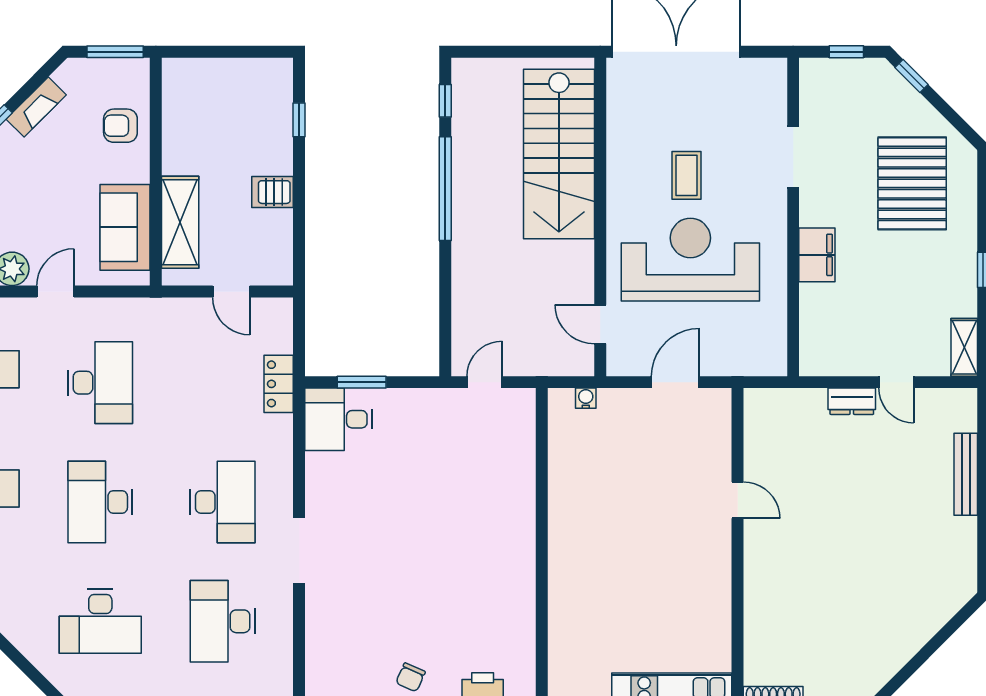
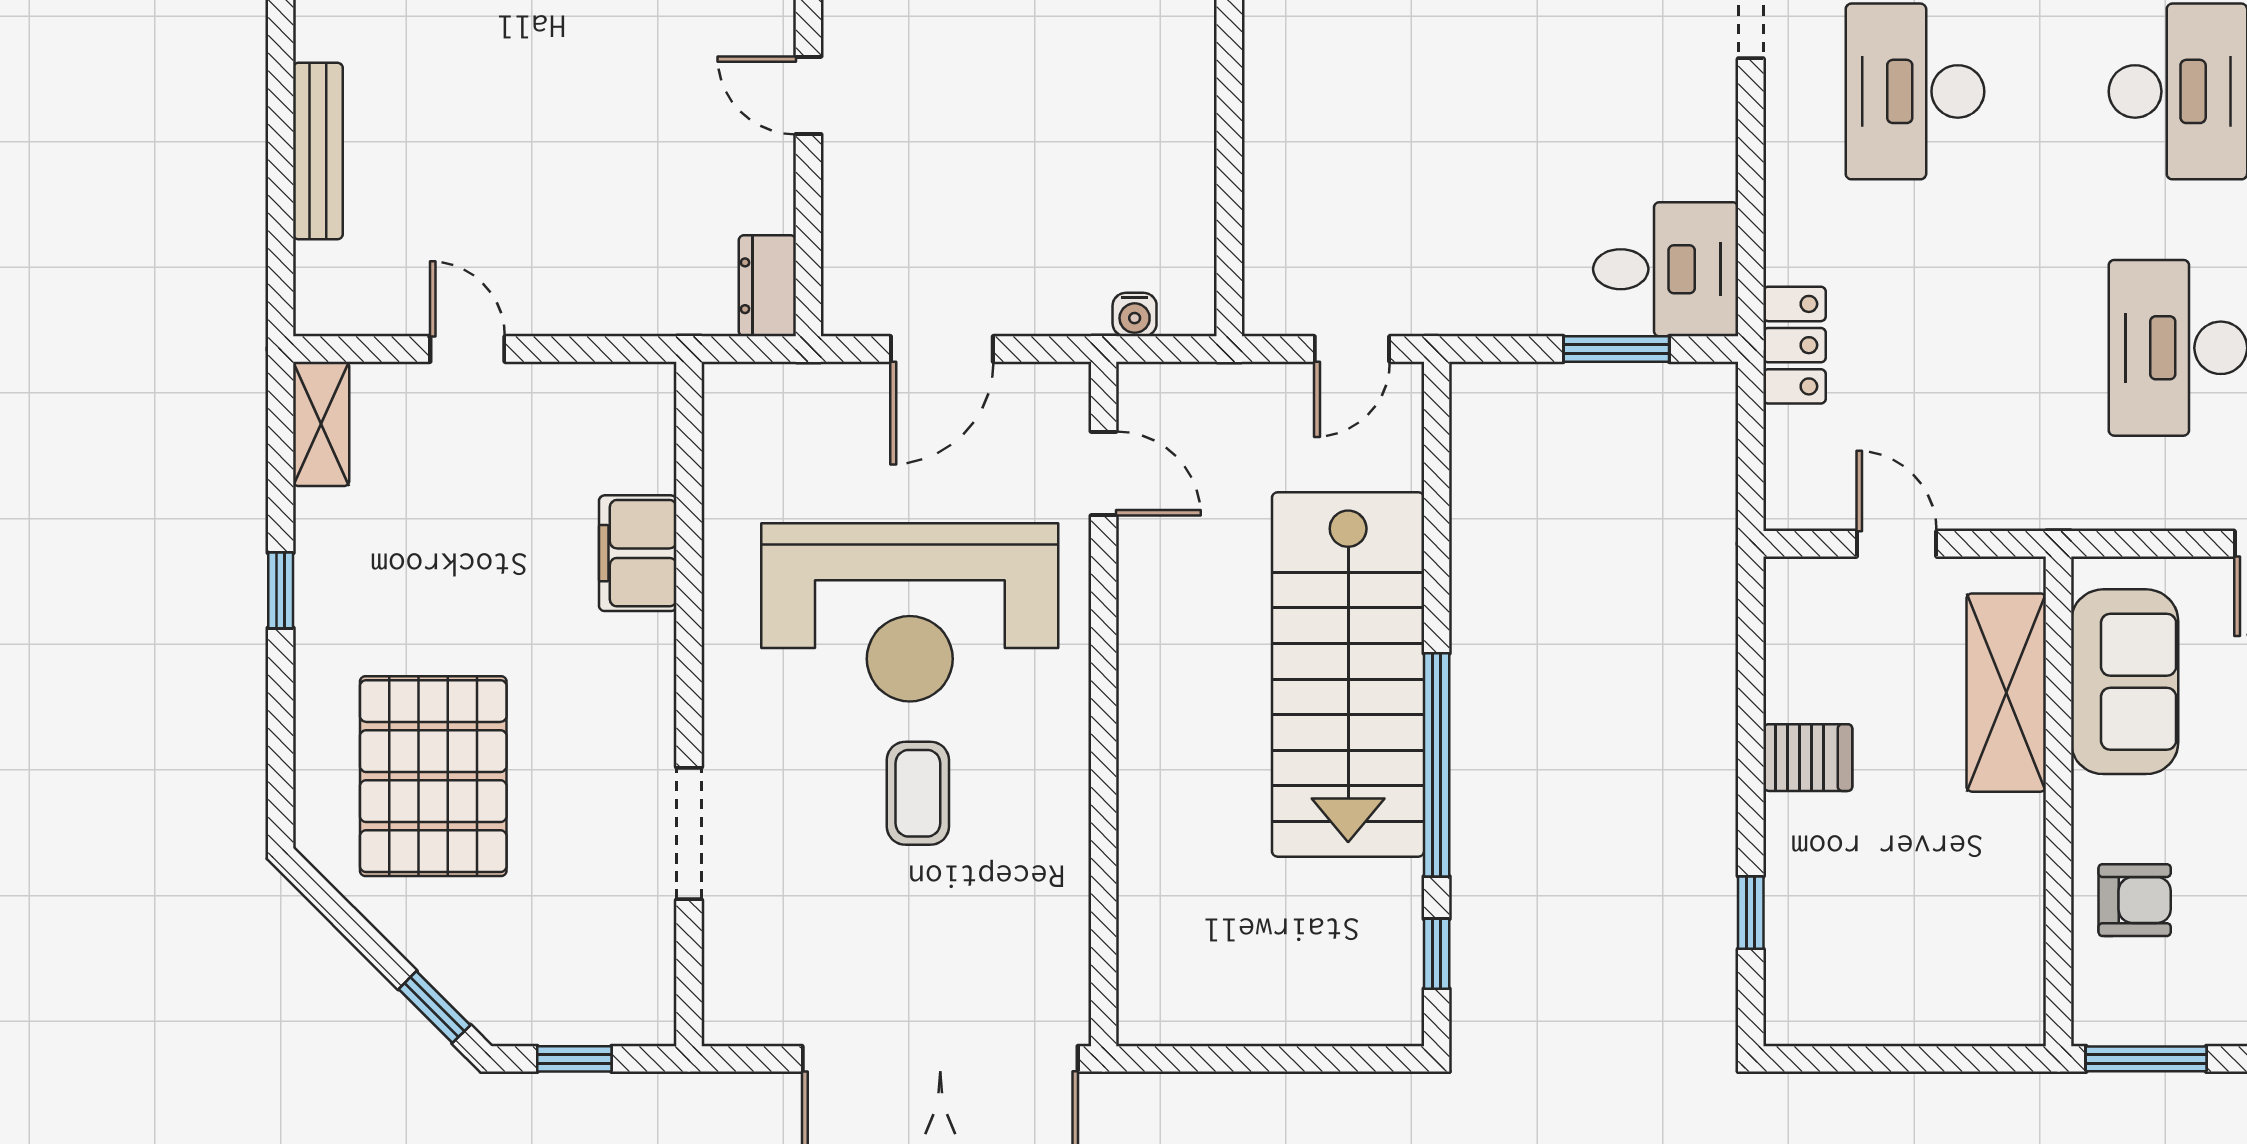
stairs: (559, 154) -> (1348, 674), moved, turned 180
filing cabinet: (817, 255) -> (638, 553), moved
dresser: (852, 401) -> (767, 286), moved, turned -90

